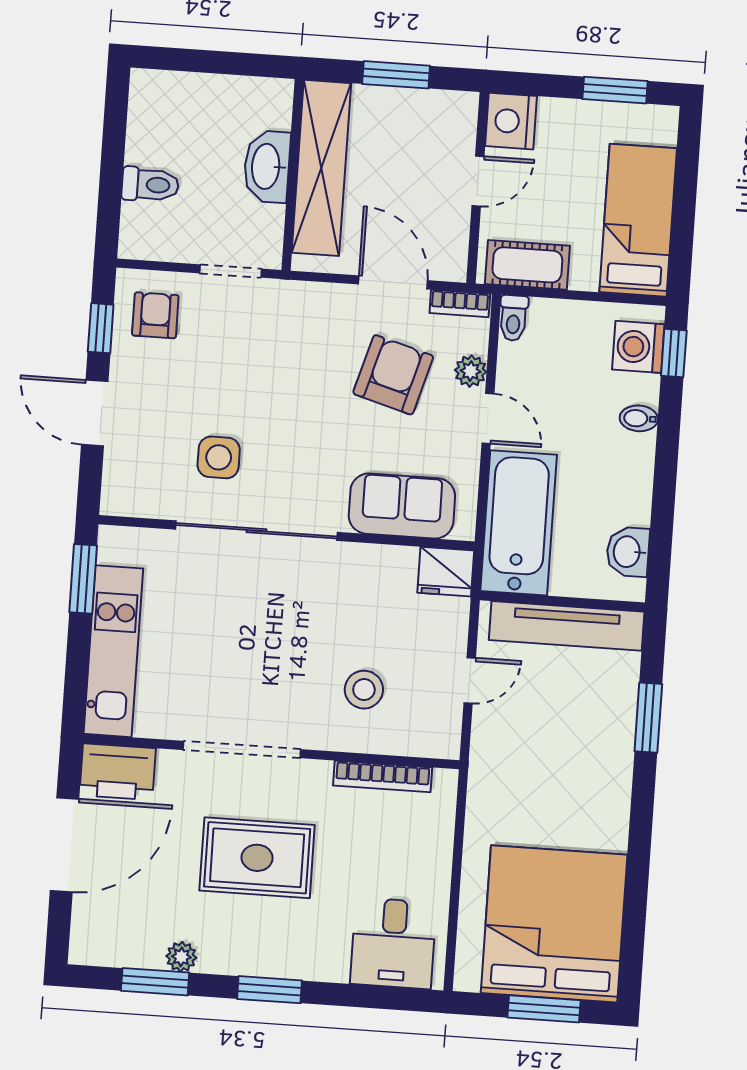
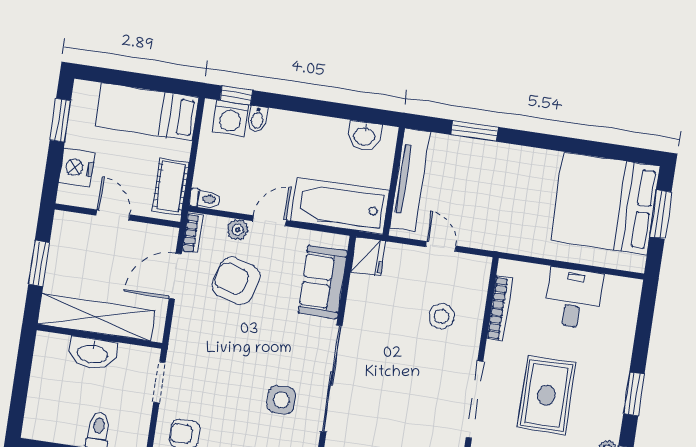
nightstand: (511, 121) -> (77, 168), moved, turned 90
bidet: (639, 418) -> (257, 119), moved
desk: (393, 943) -> (573, 298), moved, turned -90

